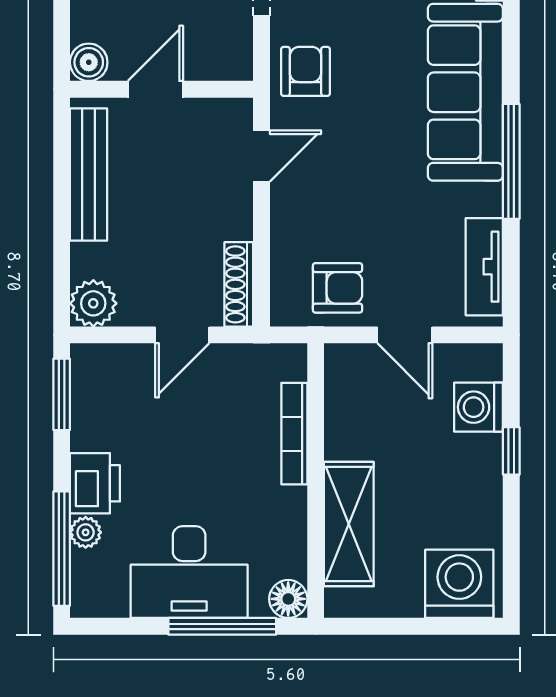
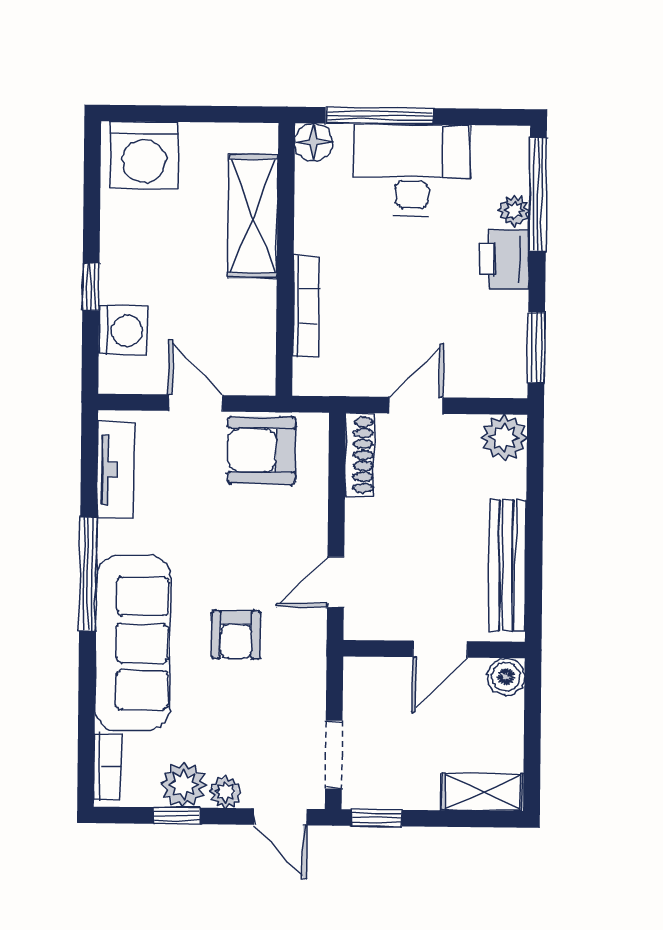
armchair: (306, 71) -> (236, 635), moved
armchair: (338, 288) -> (262, 450), width x1.38, depth x1.38

